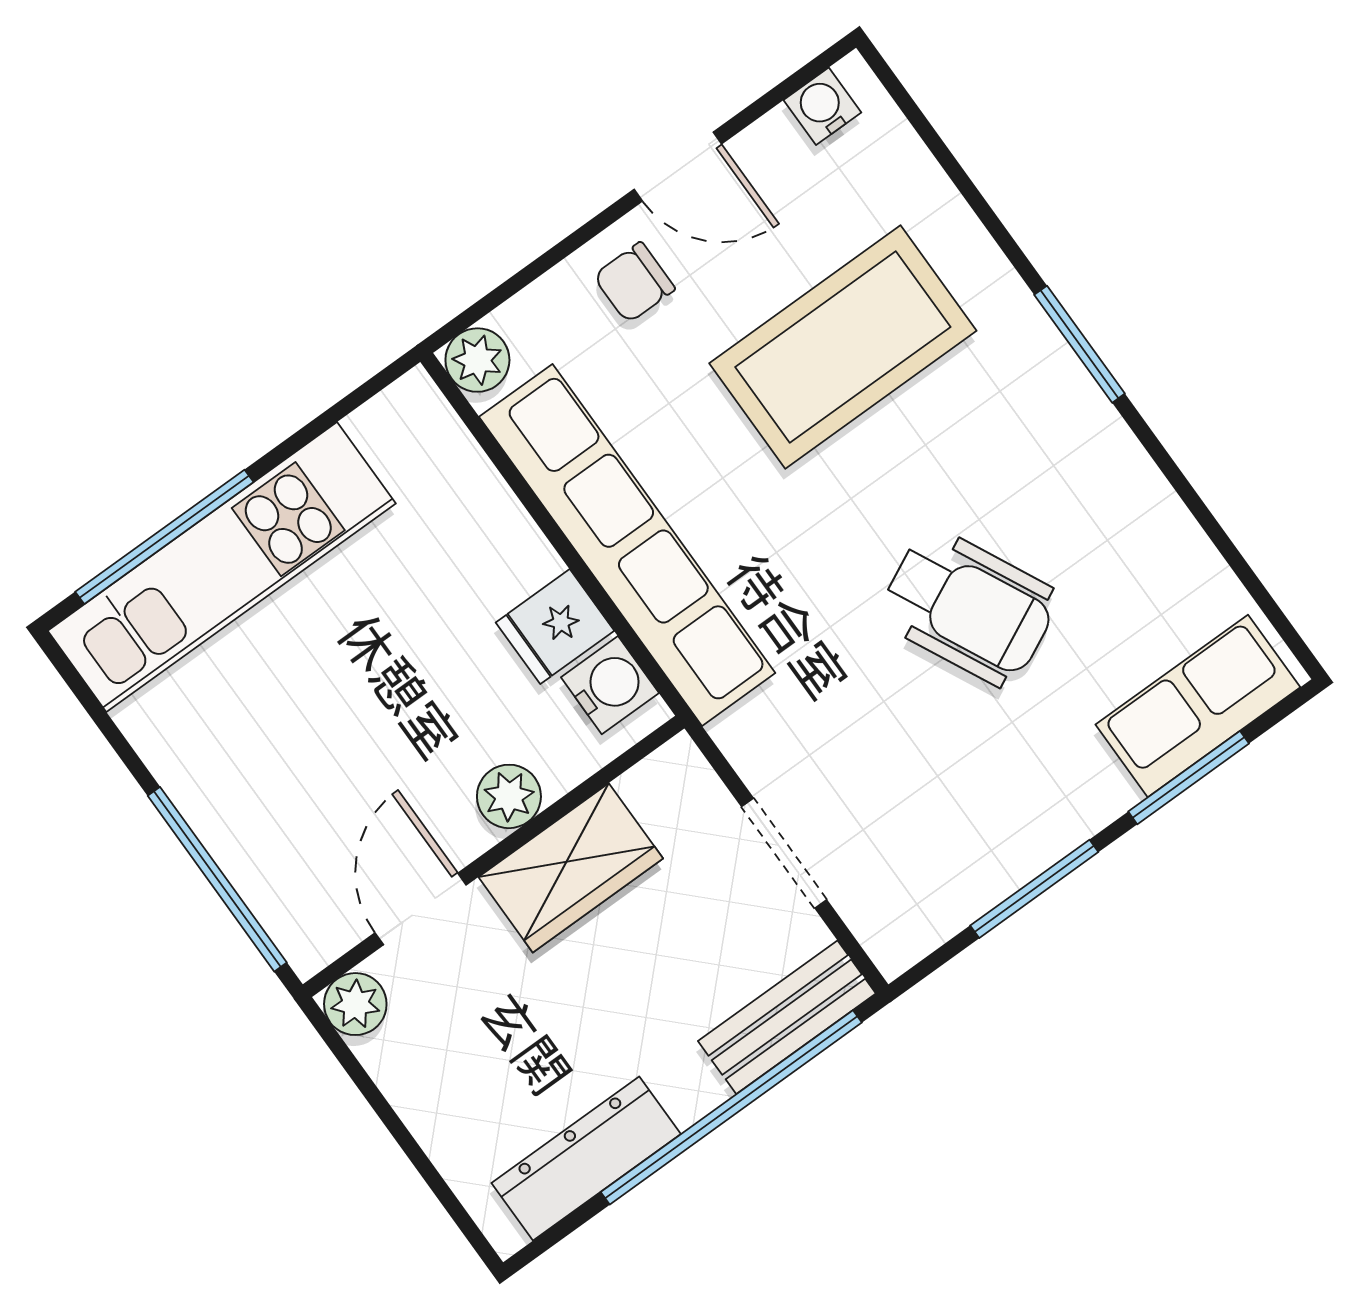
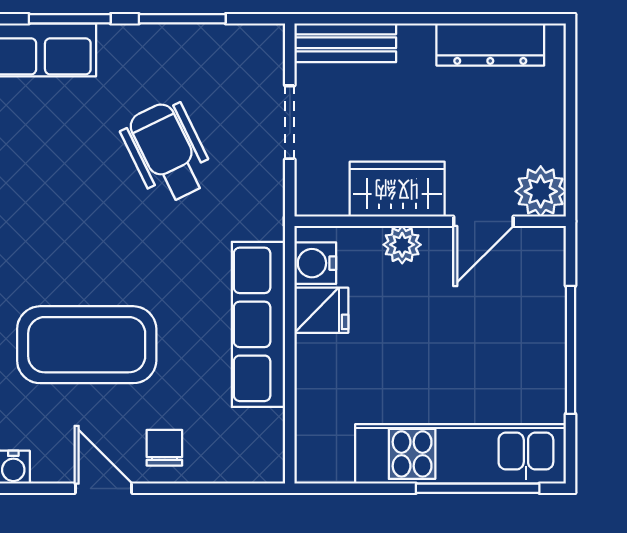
chair: (634, 282) -> (164, 448), turned -90
plant: (477, 360) -> (266, 465), removed
row of seats: (627, 545) -> (258, 324), width x0.73
wheelchair: (968, 607) -> (167, 152), moved
window: (217, 879) -> (571, 350), moved
plant: (355, 1004) -> (541, 191), width x1.38, depth x1.38
window: (731, 1107) -> (403, 19), removed

